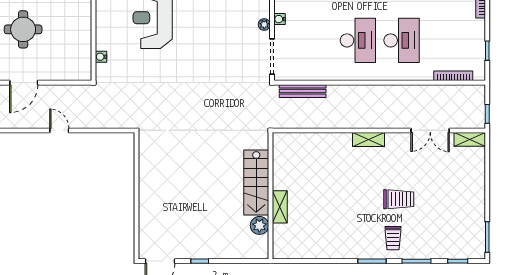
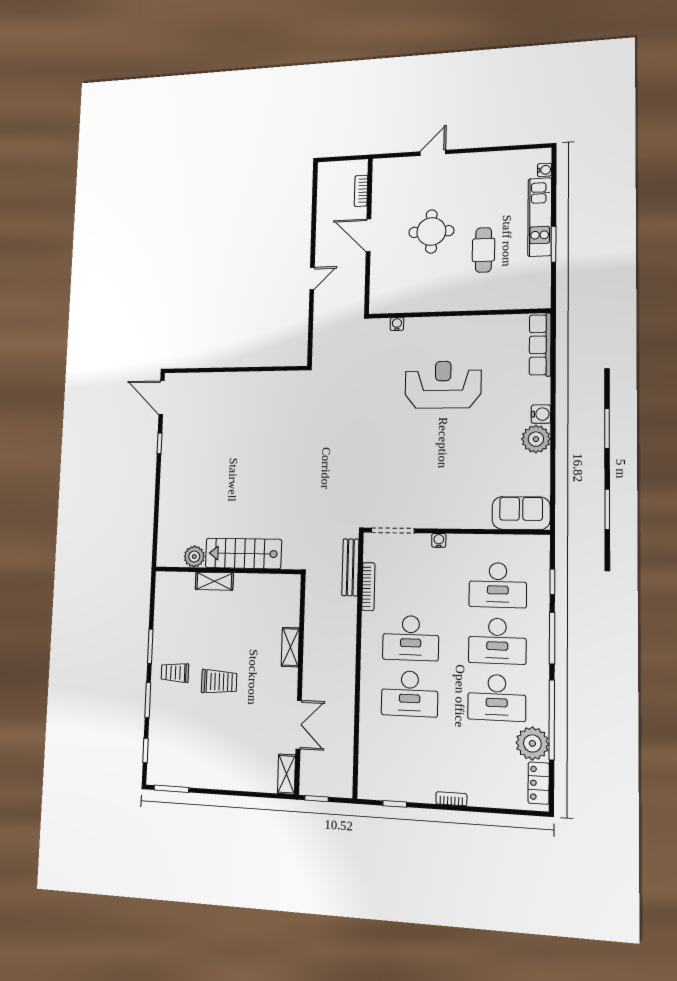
plant: (264, 25) -> (432, 521), removed
bookcase: (453, 76) -> (368, 587), moved
double door: (430, 130) -> (299, 725), swing flipped
stairs: (256, 182) -> (243, 554), moved
wall: (270, 196) -> (227, 570), moved
trolley: (399, 199) -> (219, 682), turned -90
shelving: (280, 207) -> (214, 581), moved
plant: (259, 225) -> (194, 557), moved

